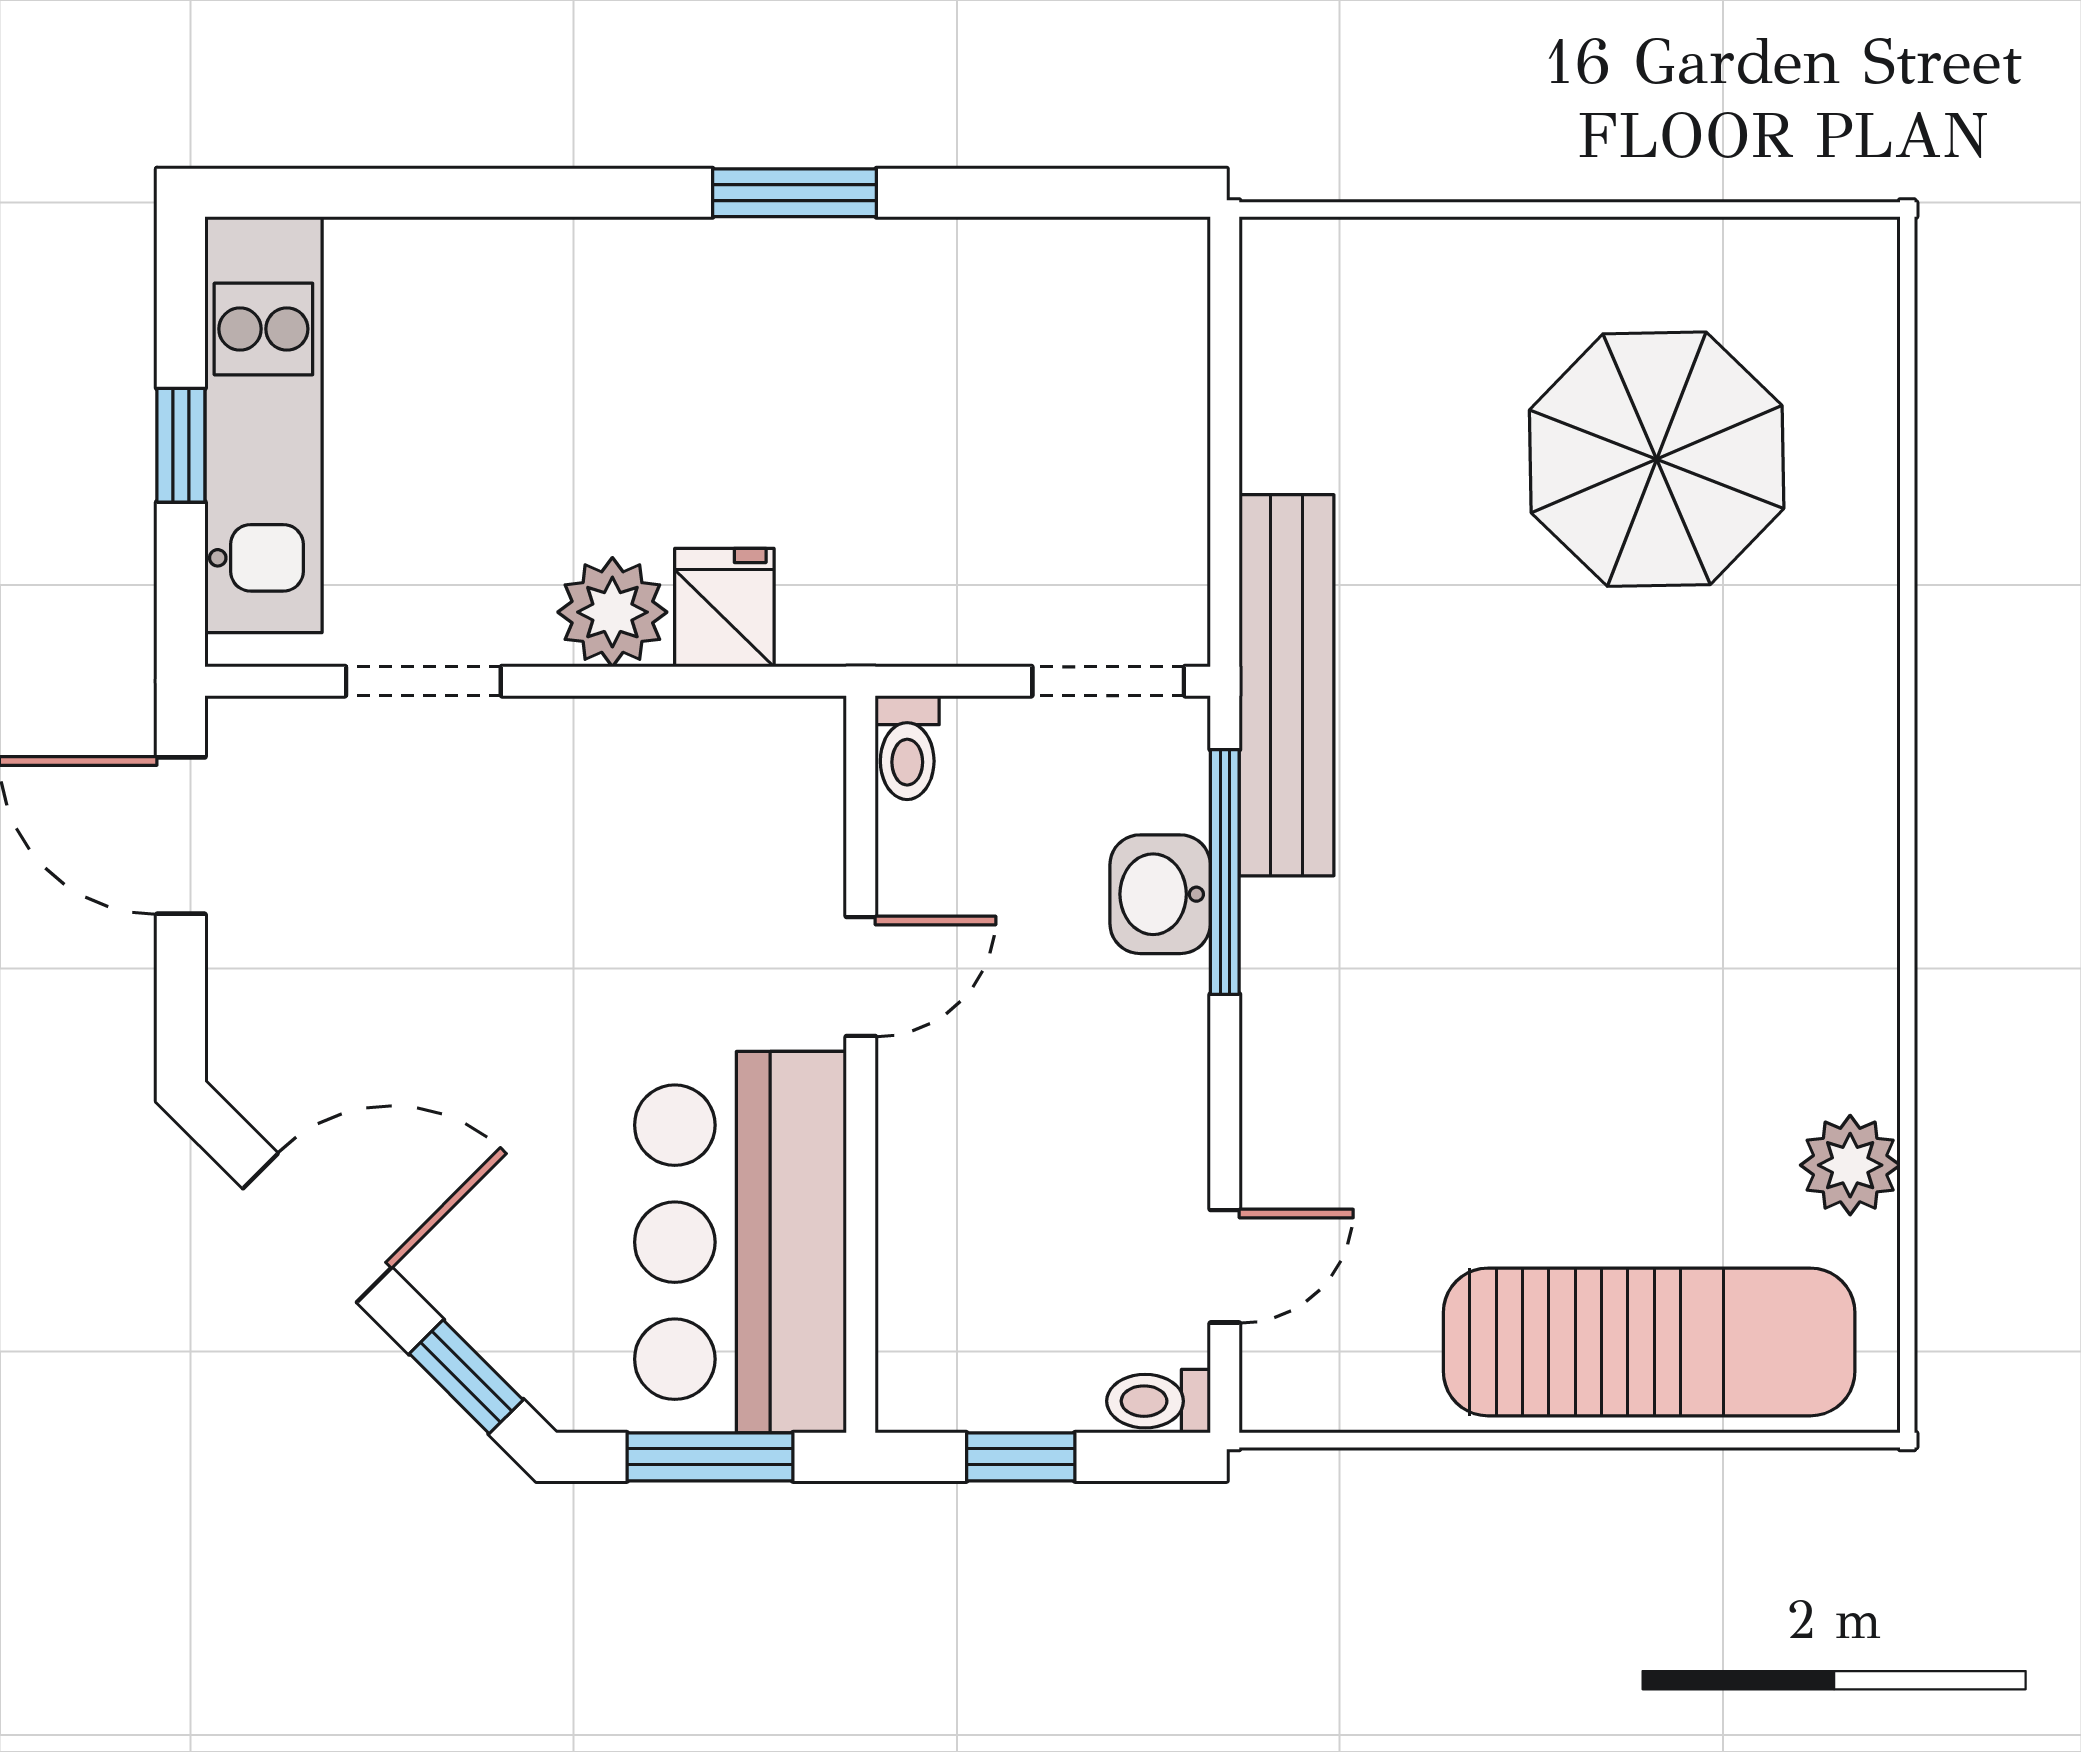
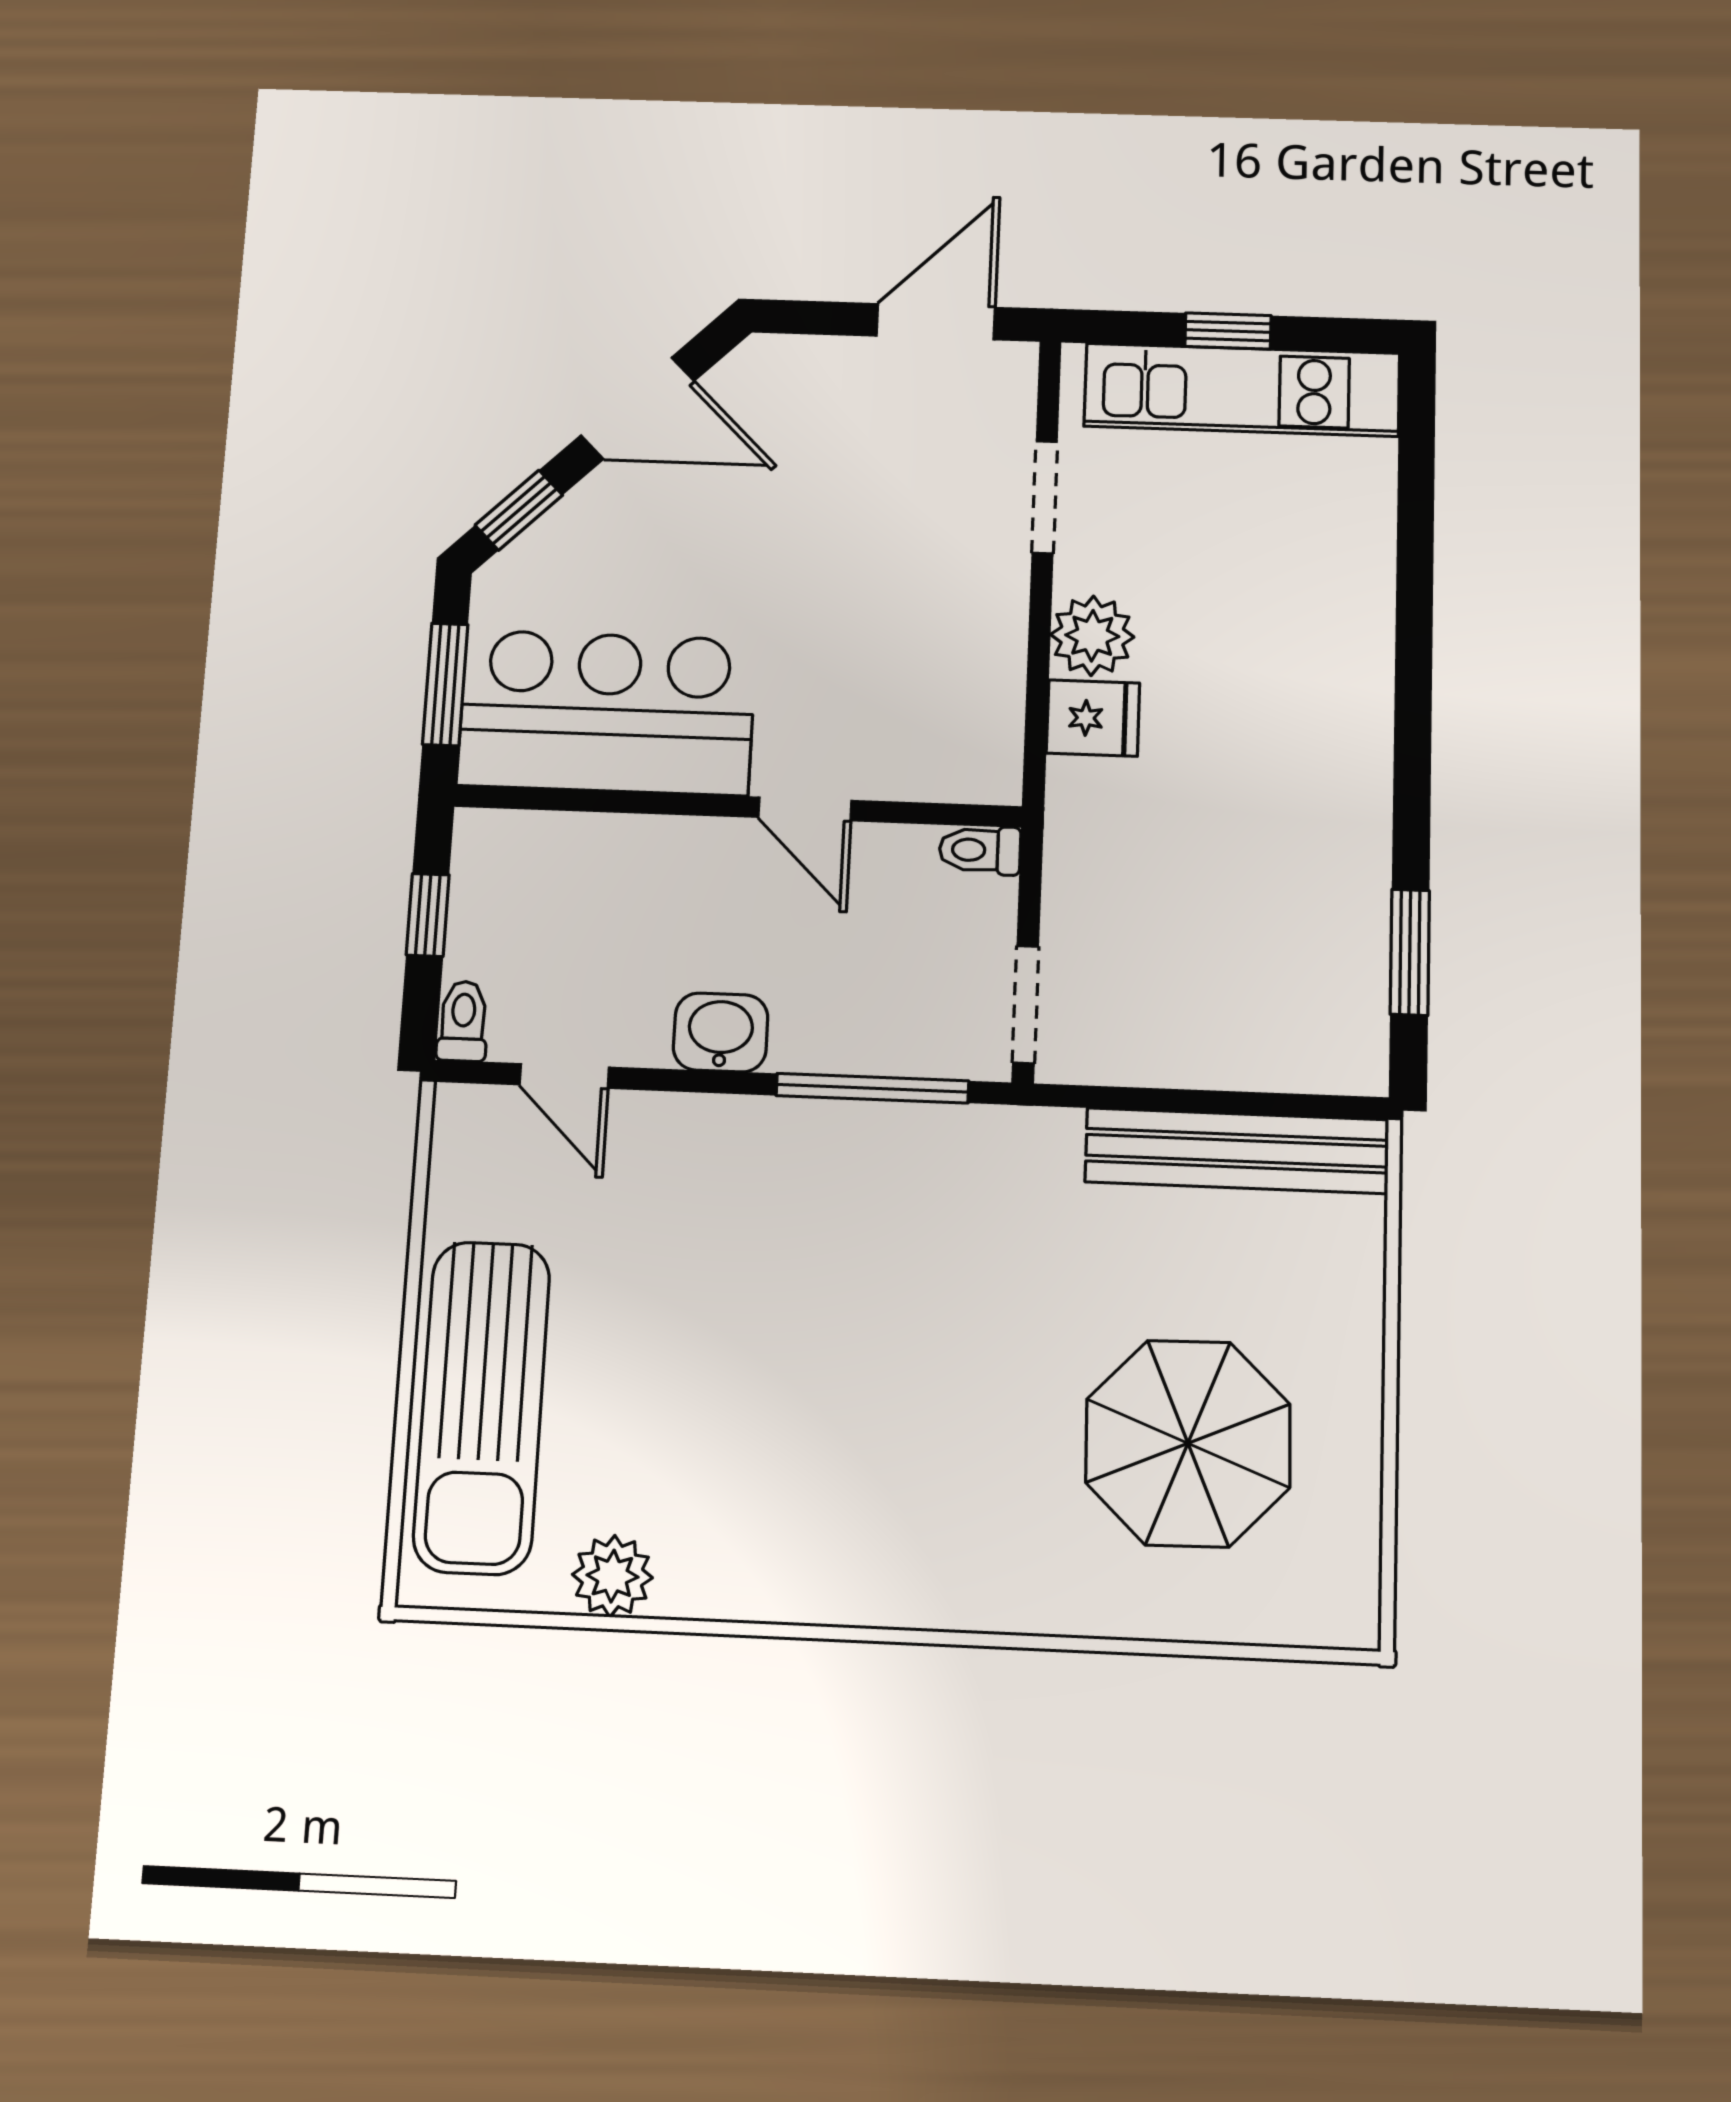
window: (795, 193) -> (1410, 952), moved
bench: (1287, 685) -> (1237, 1151), moved
washbasin: (1160, 894) -> (721, 1032), moved
door: (317, 1228) -> (637, 408), hinge flipped

